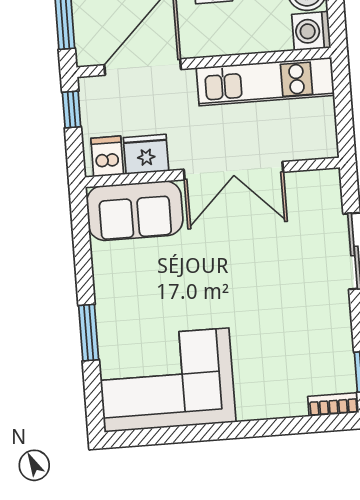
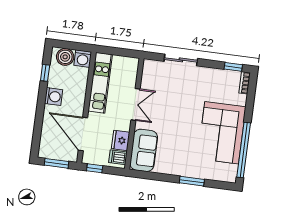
double door: (233, 171) -> (136, 104), width x0.73
corner sofa: (167, 380) -> (222, 133), moved
window: (183, 434) -> (244, 150), added

